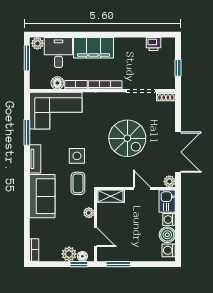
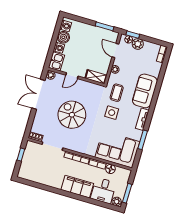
printer: (153, 44) -> (33, 177), removed
door: (142, 189) -> (72, 76), hinge flipped

